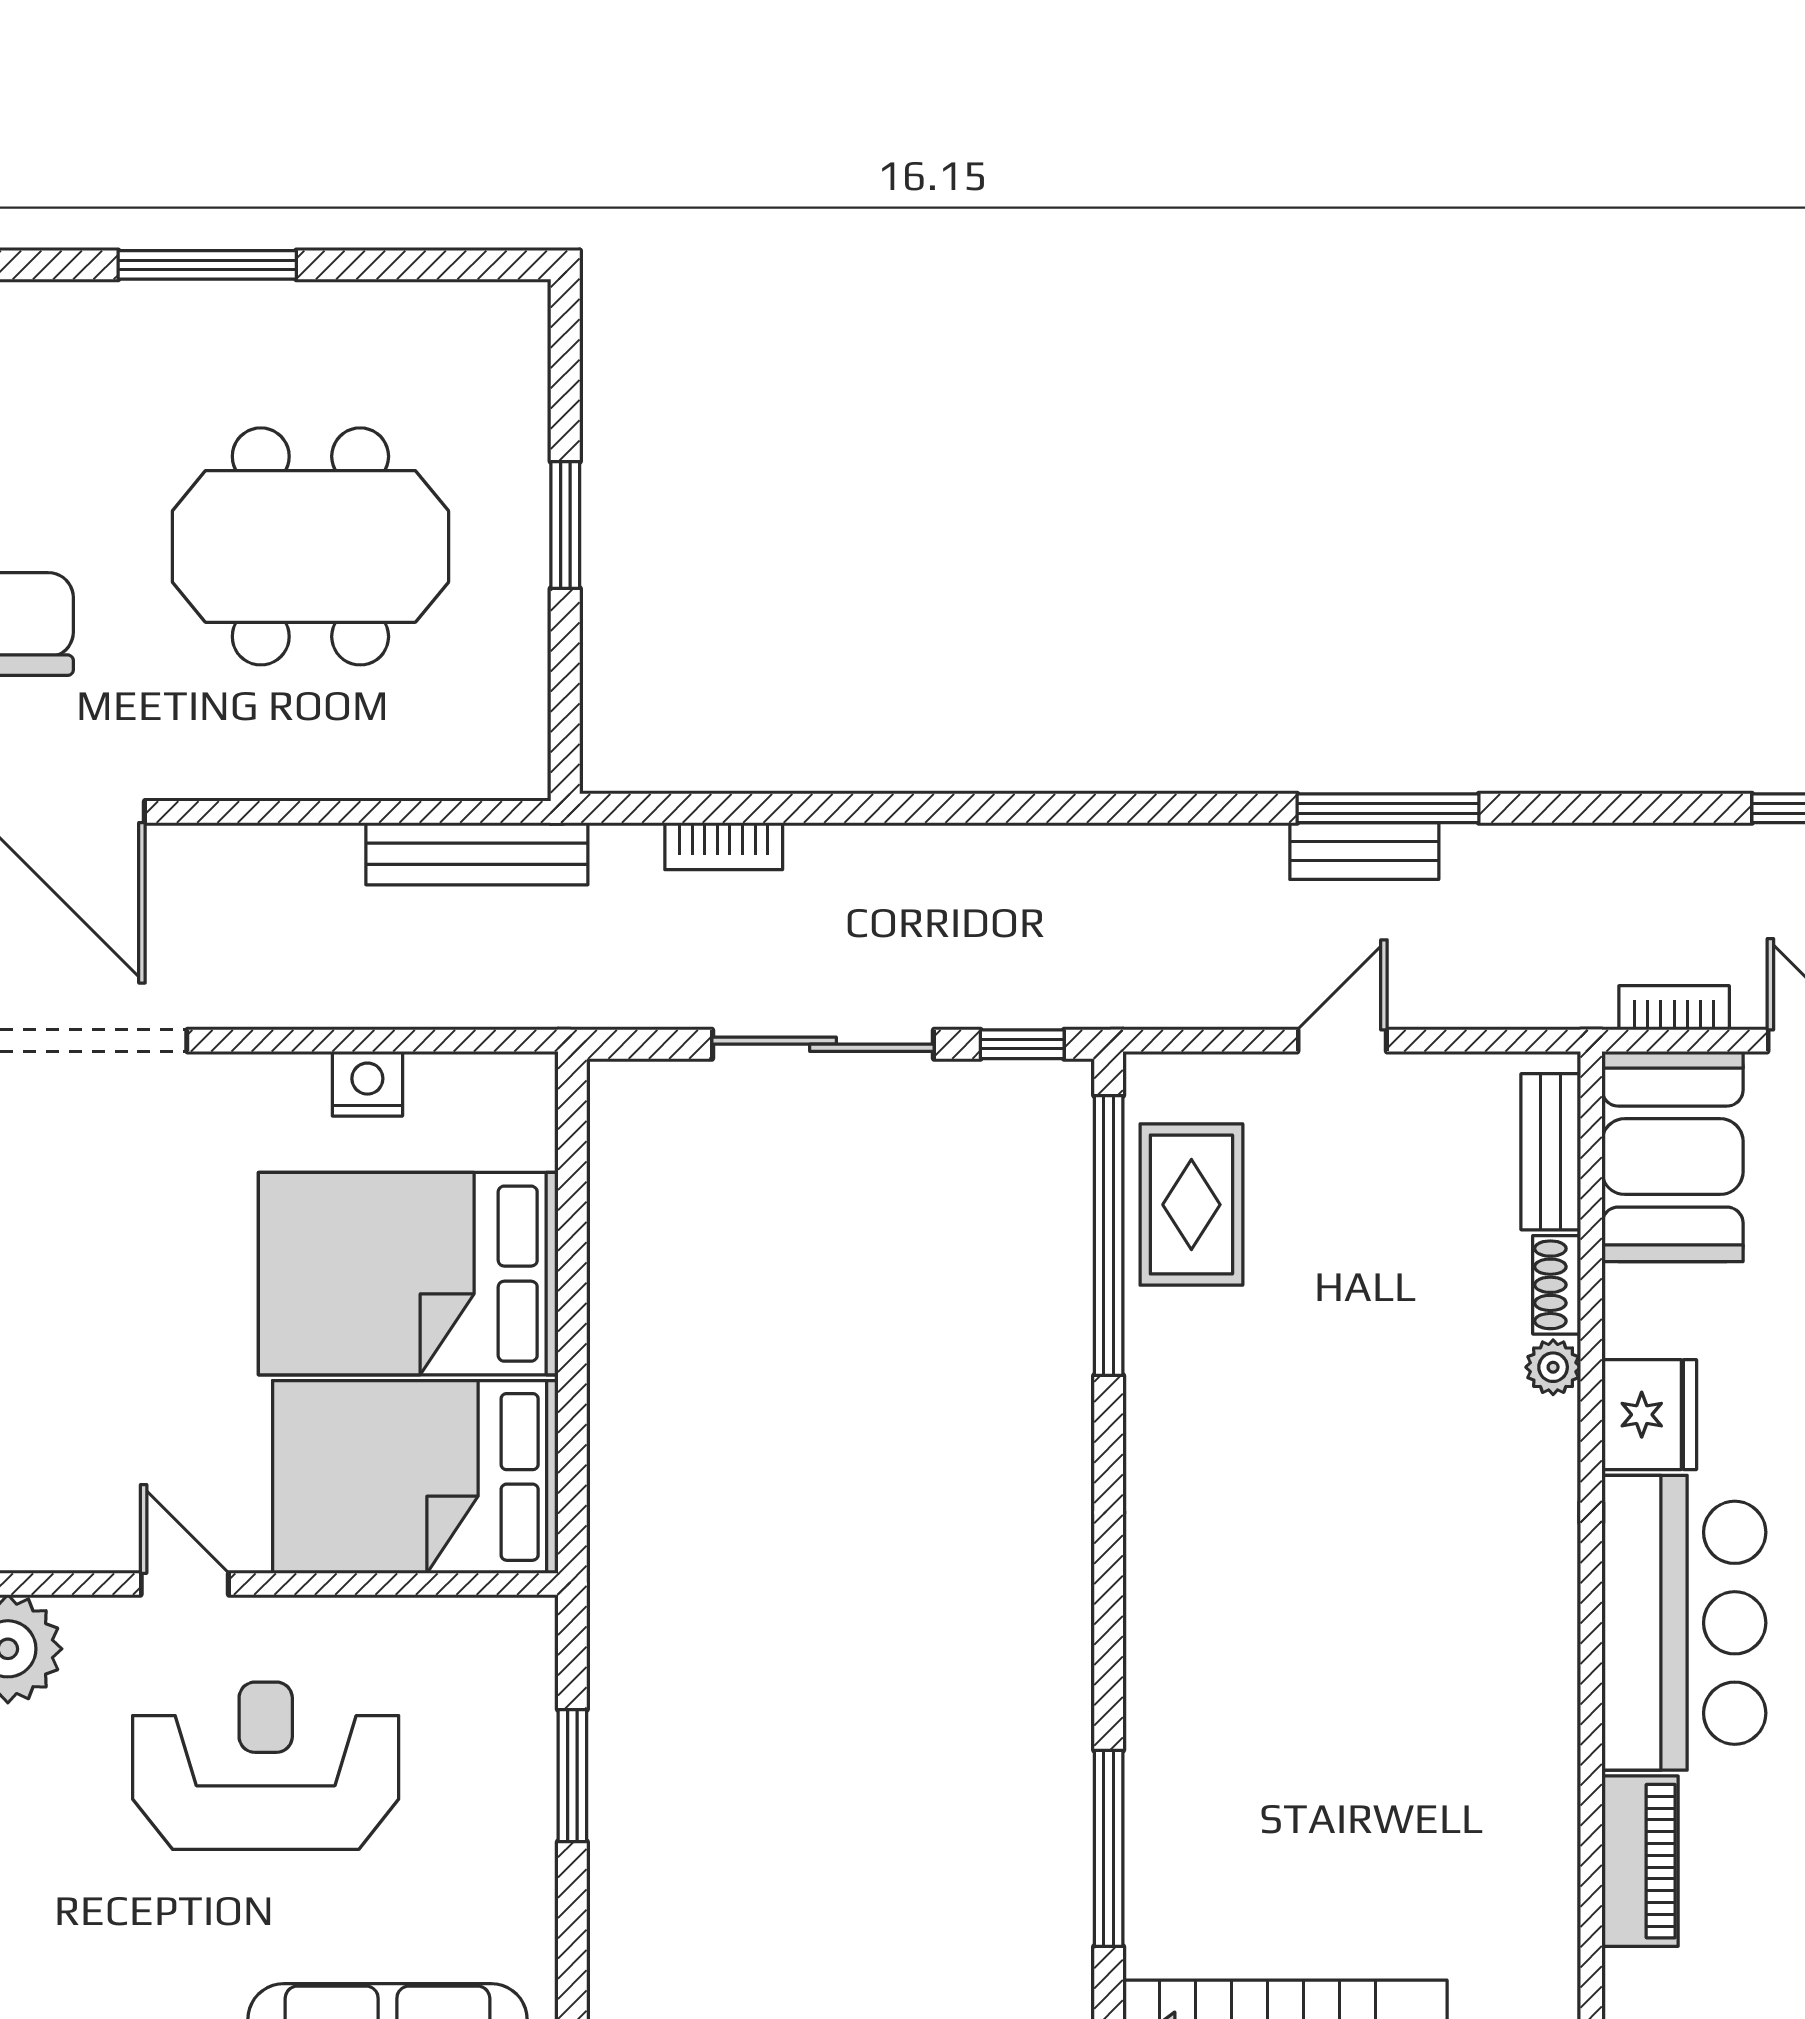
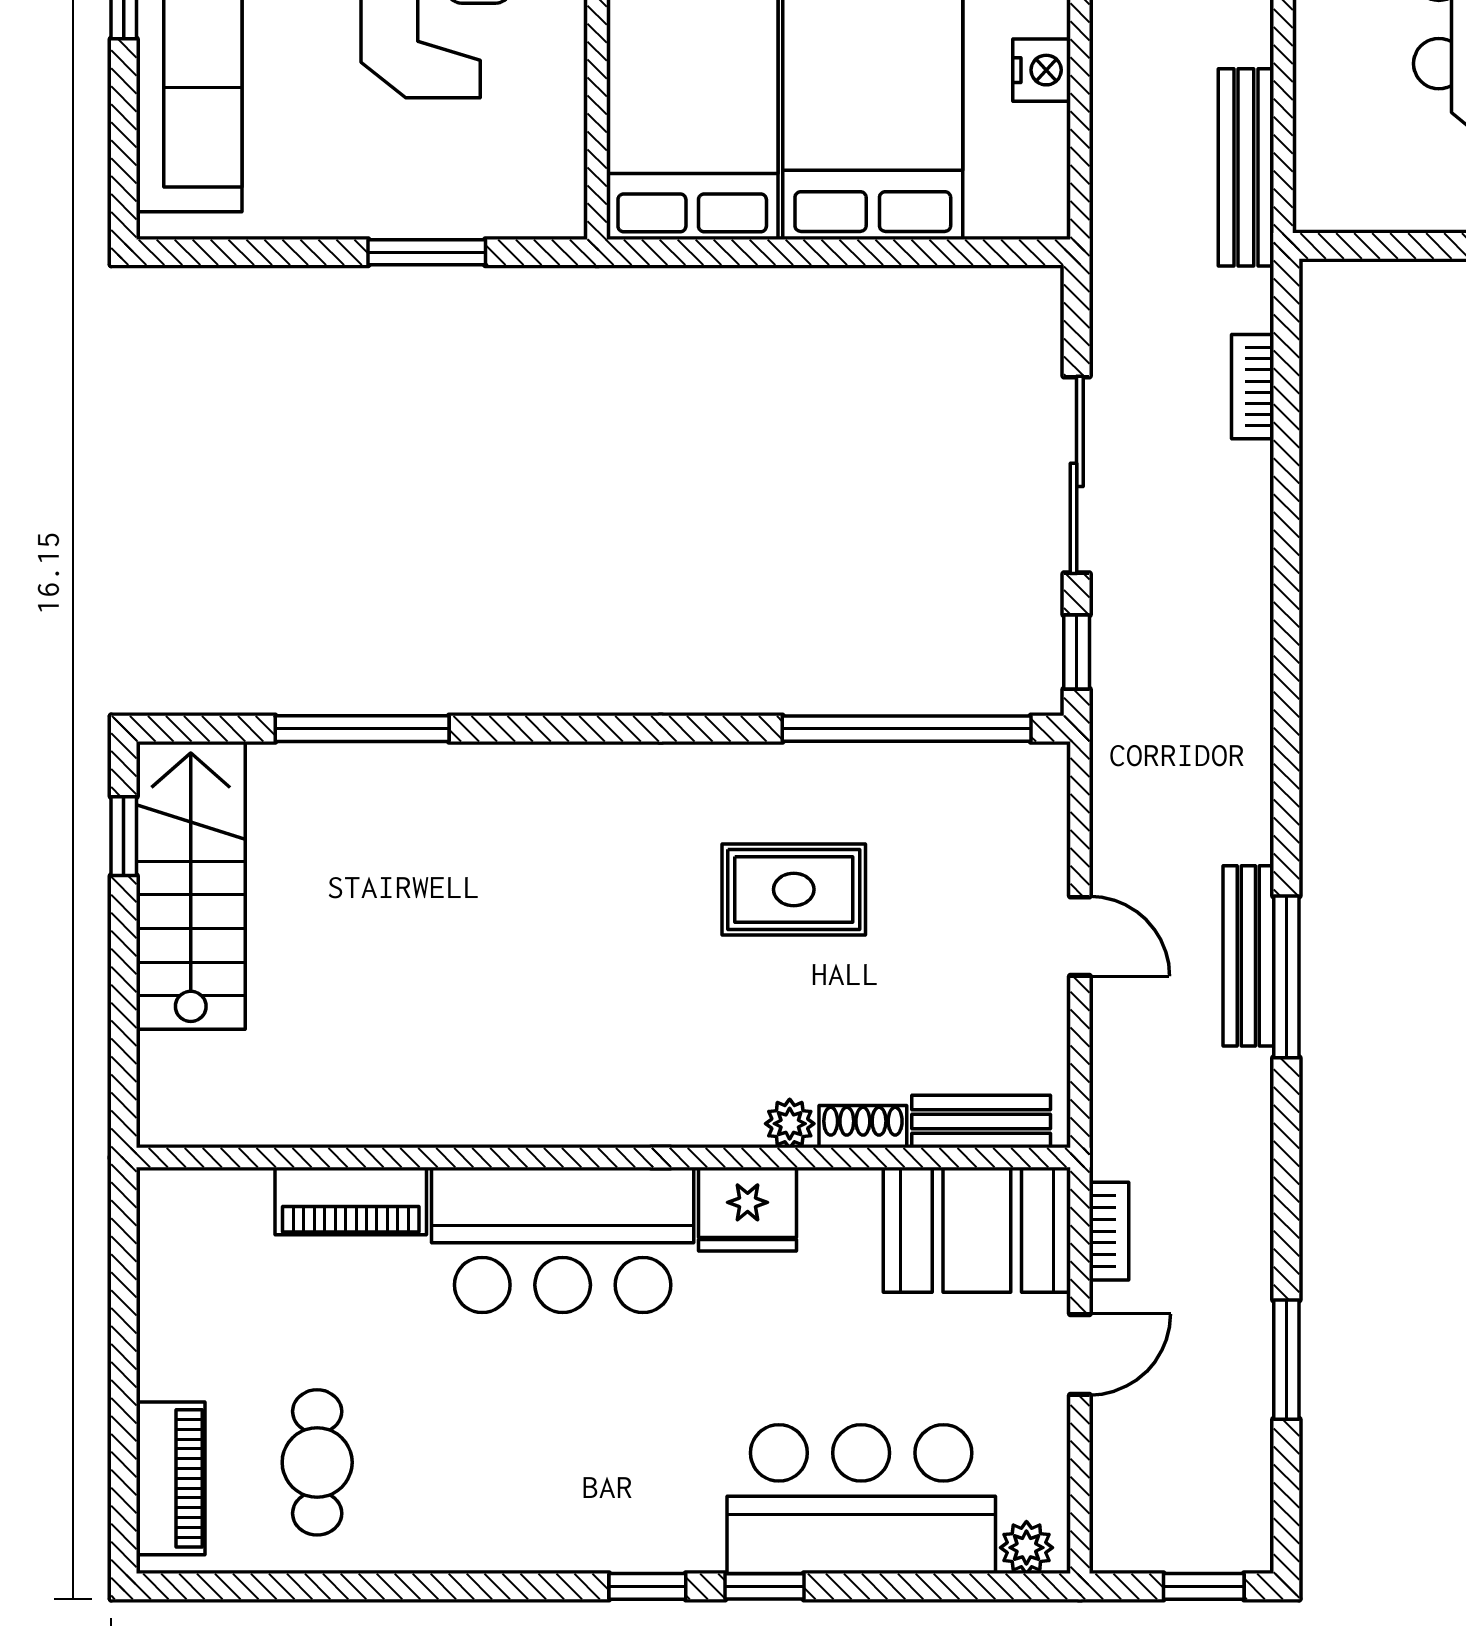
bench: (1364, 851) -> (1248, 956), width x1.36
rug: (1191, 1205) -> (794, 889), moved

